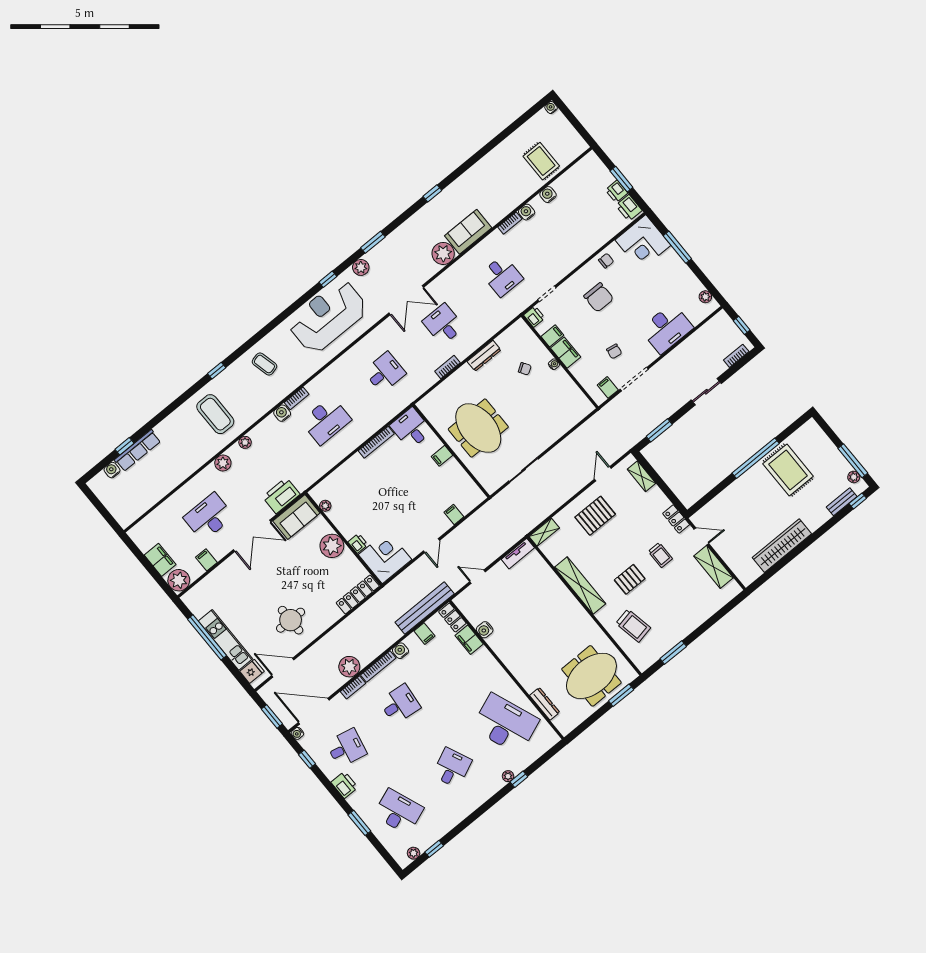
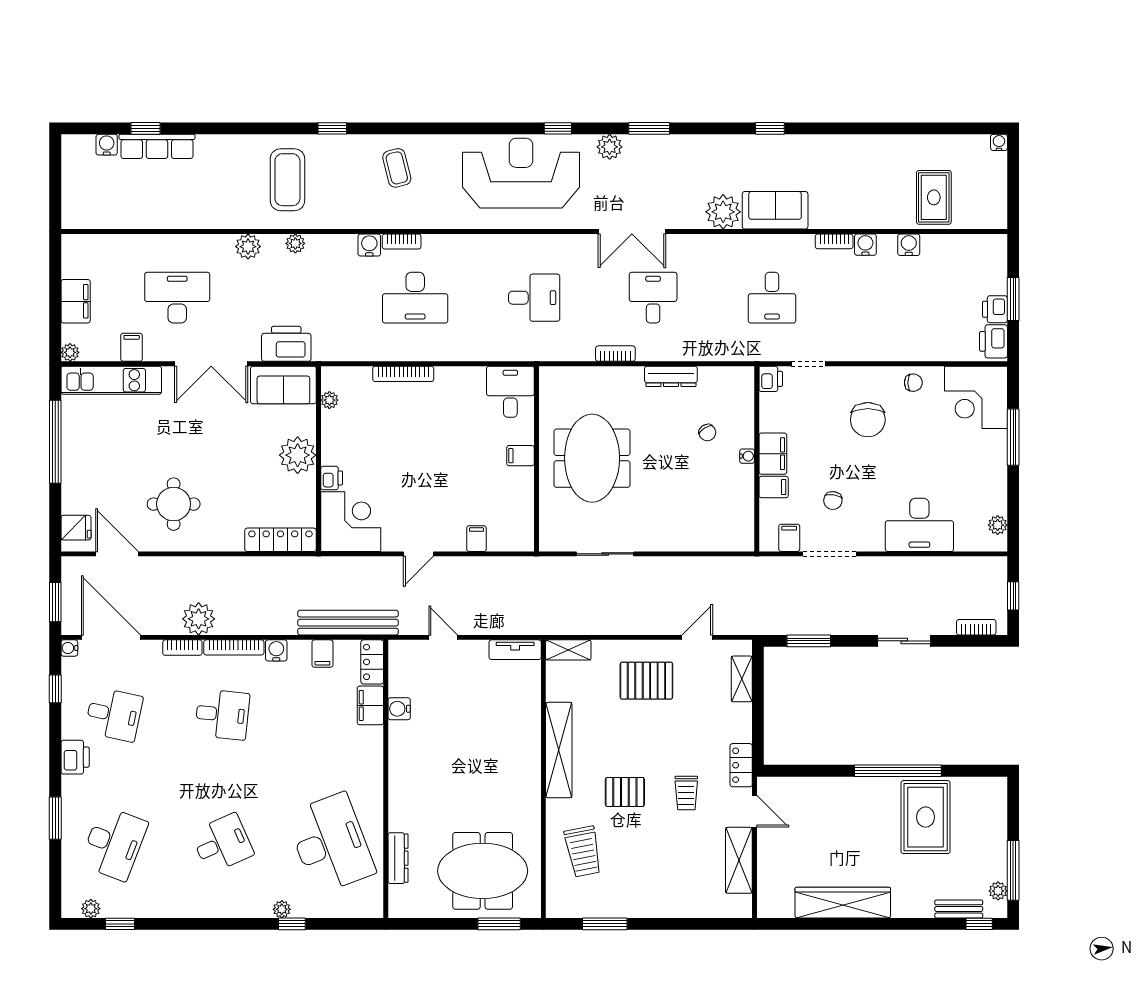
filing cabinet: (552, 336) -> (774, 487), moved
bookcase: (376, 442) -> (403, 374), moved
plant: (179, 580) -> (70, 352), width x0.53, depth x0.53
kitchen unit: (225, 640) -> (111, 380), moved, turned 90
desk: (398, 812) -> (114, 843), turned 42

